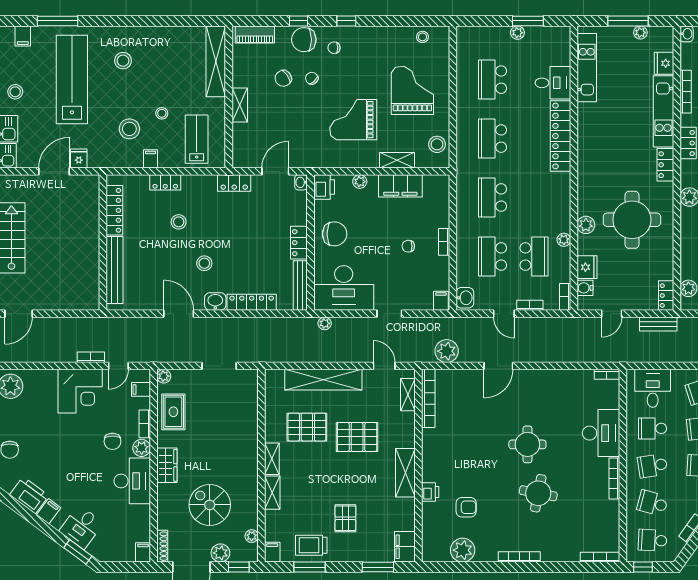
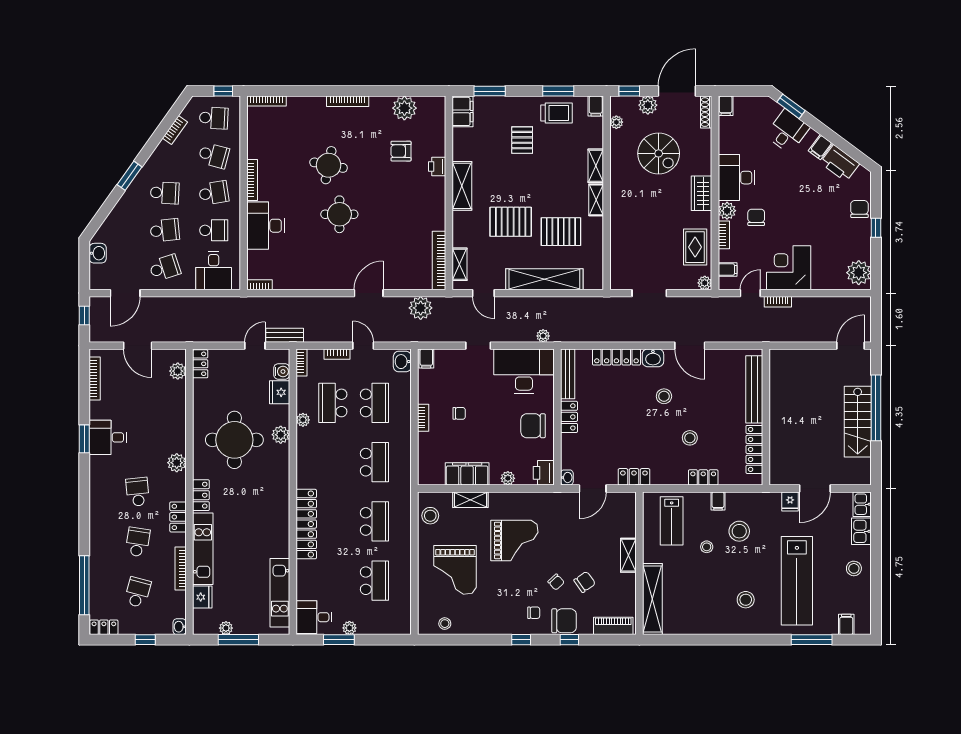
desk: (553, 83) -> (314, 617), moved
bench: (658, 324) -> (285, 335), moved

